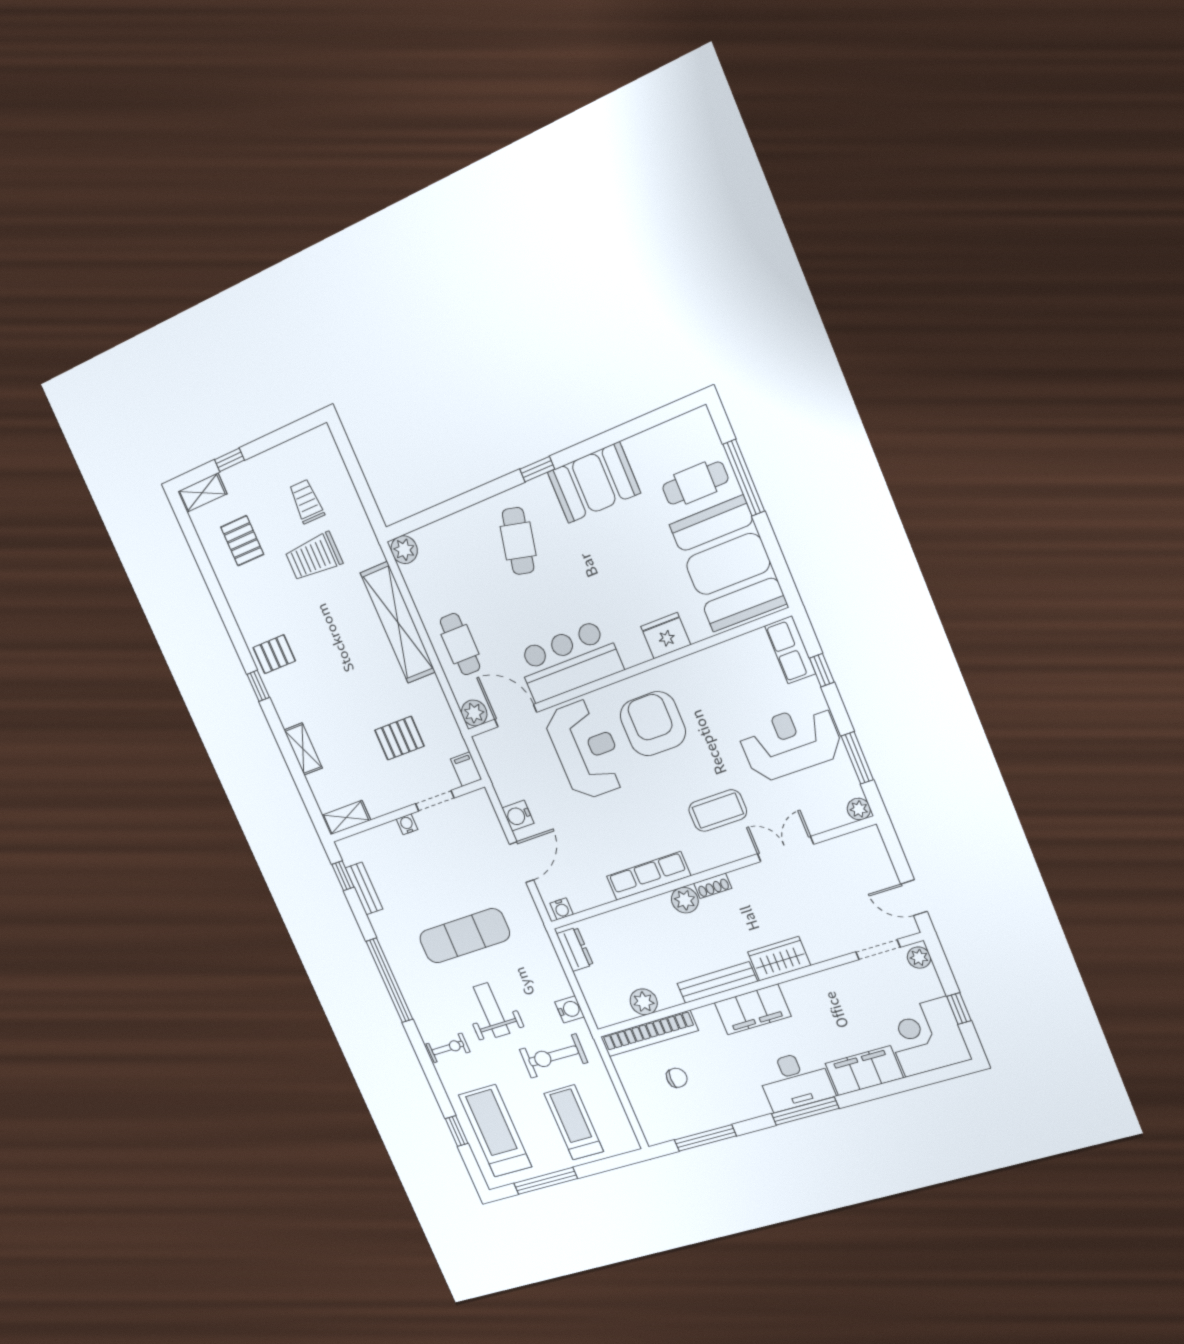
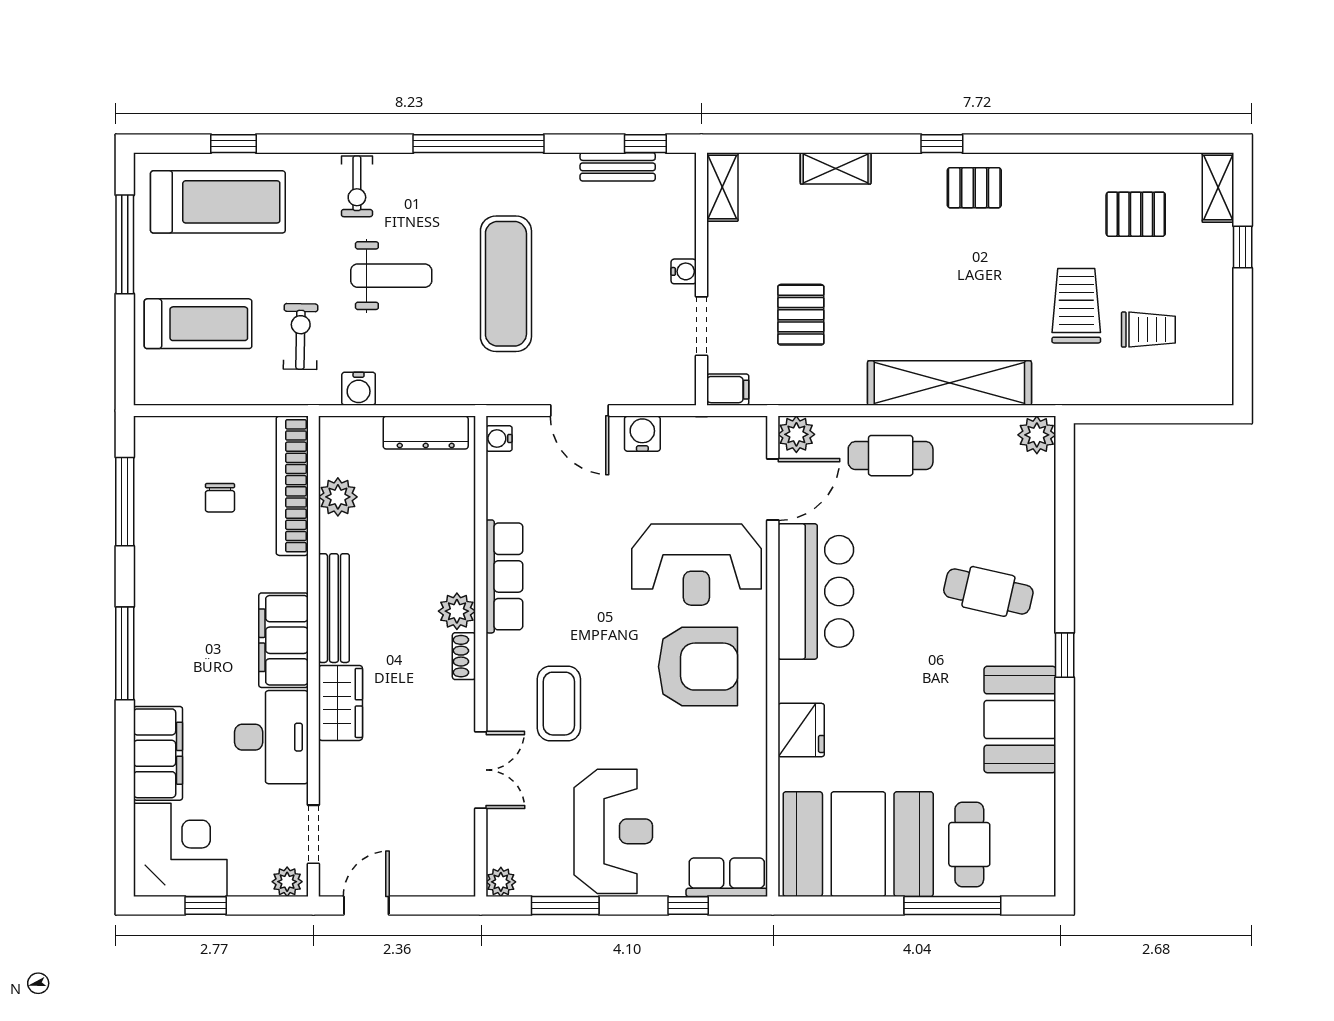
pallet: (274, 654) -> (974, 188), turned 90
dresser: (575, 949) -> (426, 433), width x1.44
exercise bike: (553, 1056) -> (300, 337), width x0.73, depth x0.72
desk: (795, 1081) -> (271, 737), moved, turned 180

